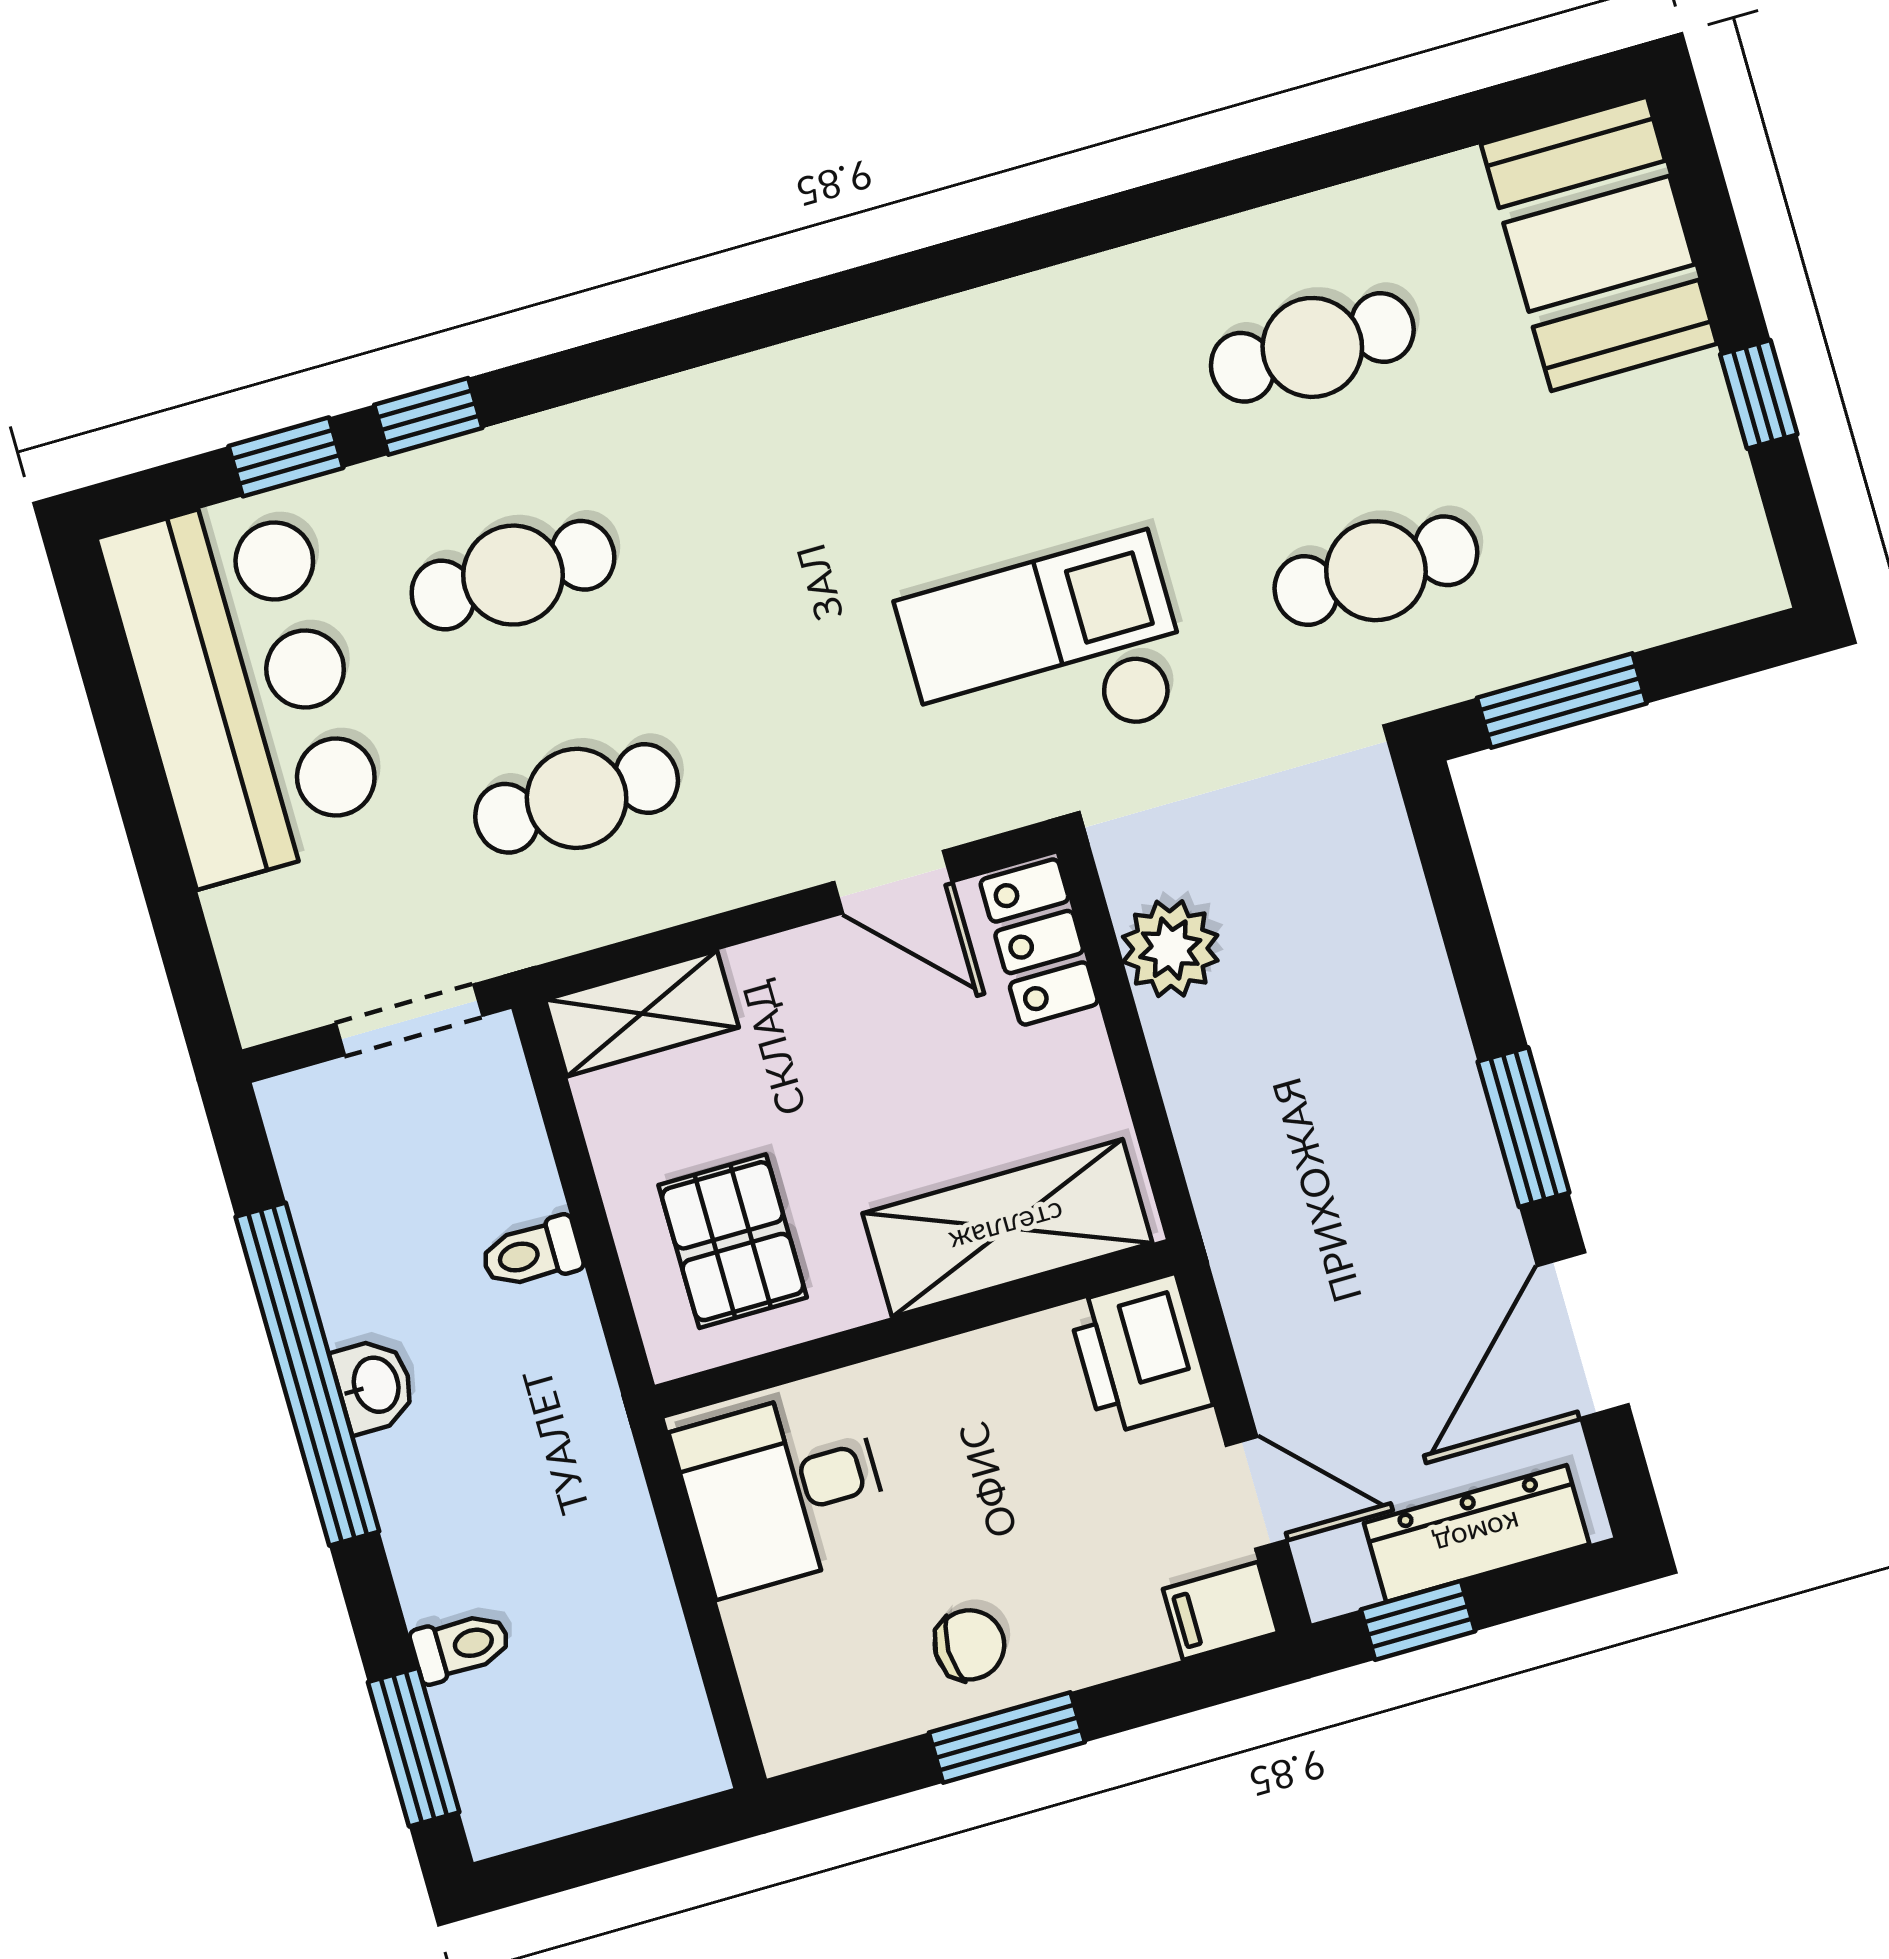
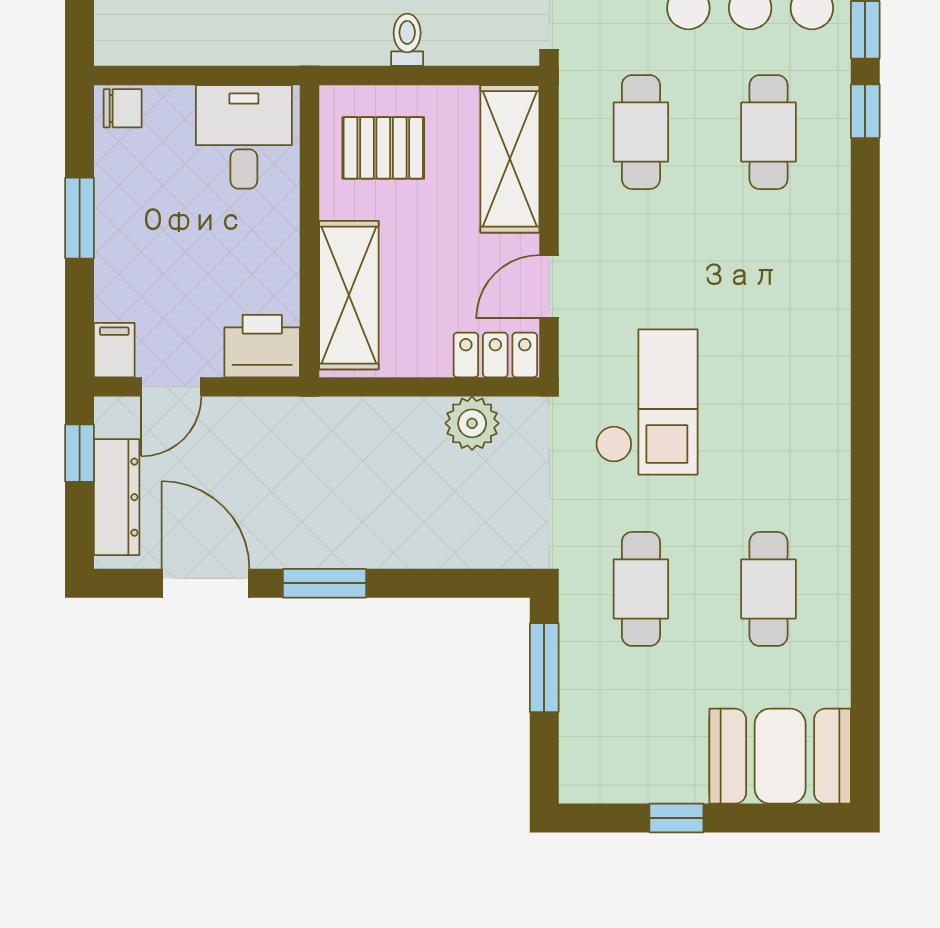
shelving: (642, 1013) -> (510, 159), width x1.50, depth x1.33
chair: (969, 1645) -> (123, 108), moved, turned -90

